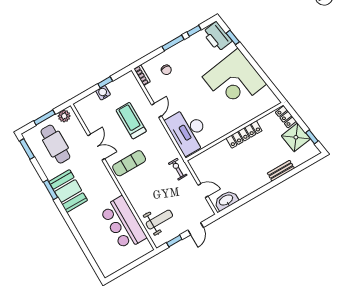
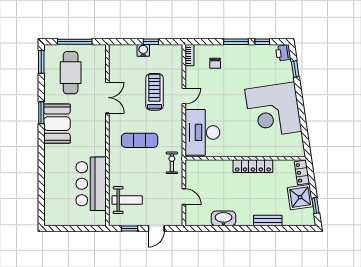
printer: (217, 37) -> (283, 53), width x0.53, depth x0.68
plant: (64, 116) -> (94, 51), removed
window: (44, 118) -> (75, 42), width x1.44
exercise mat: (129, 163) -> (140, 140), moved
washbasin: (226, 200) -> (224, 218), moved

